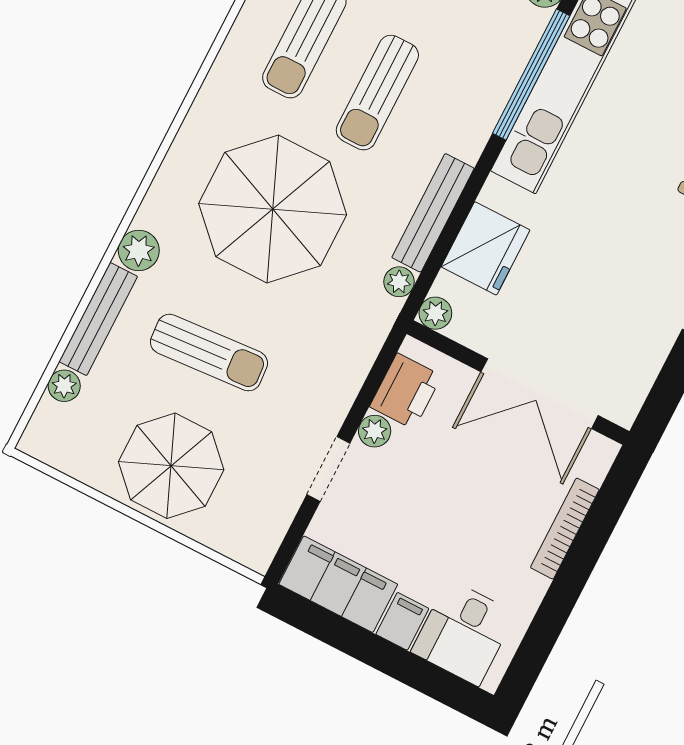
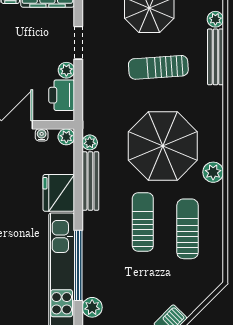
fridge: (486, 248) -> (59, 193), moved
plant: (139, 250) -> (213, 172), moved
water cooler: (477, 339) -> (42, 135), added

